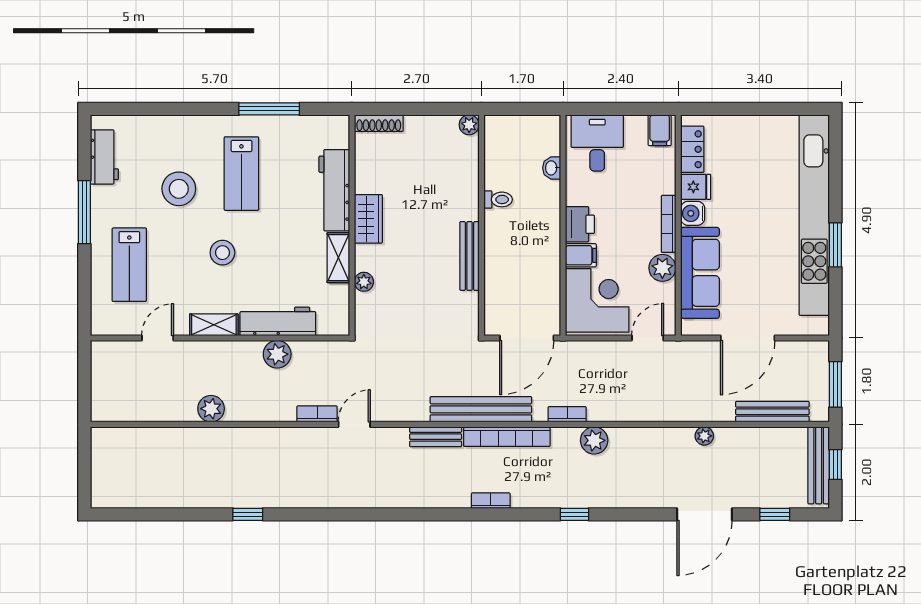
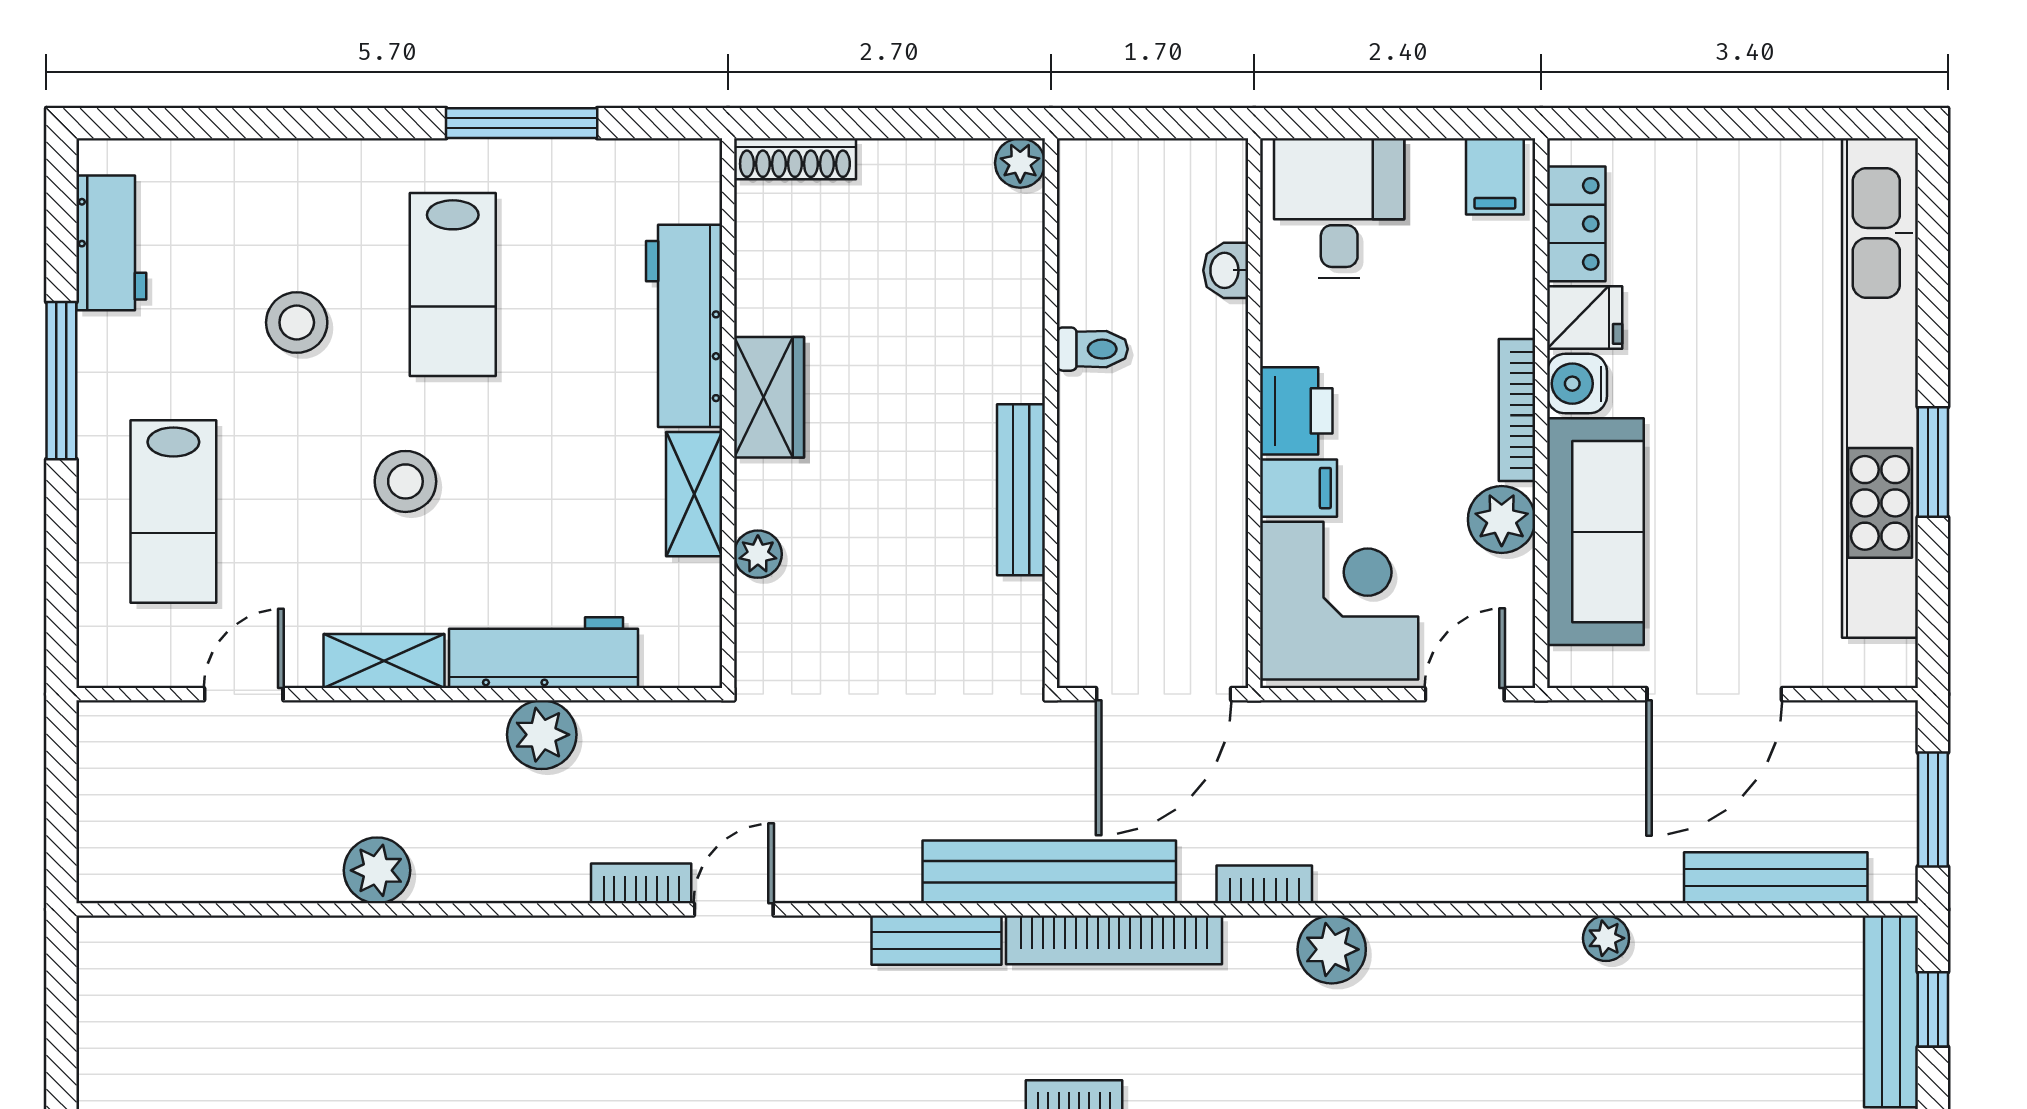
stool: (179, 189) -> (297, 322), width x0.73, depth x0.73

